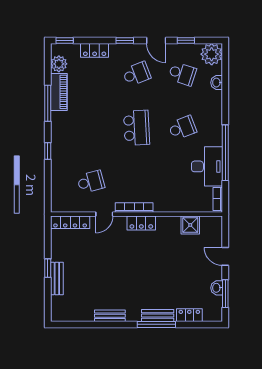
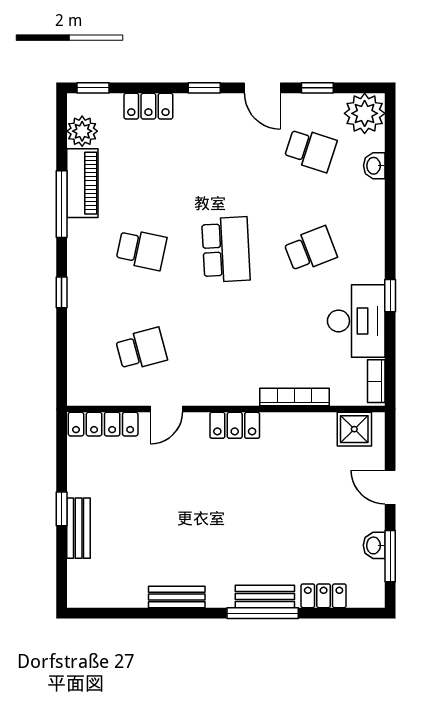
school desk: (137, 74) -> (141, 249), moved, turned 33
window: (225, 153) -> (390, 296), width x0.32
bookcase: (134, 208) -> (295, 397), moved
shower: (190, 225) -> (354, 429), moved

